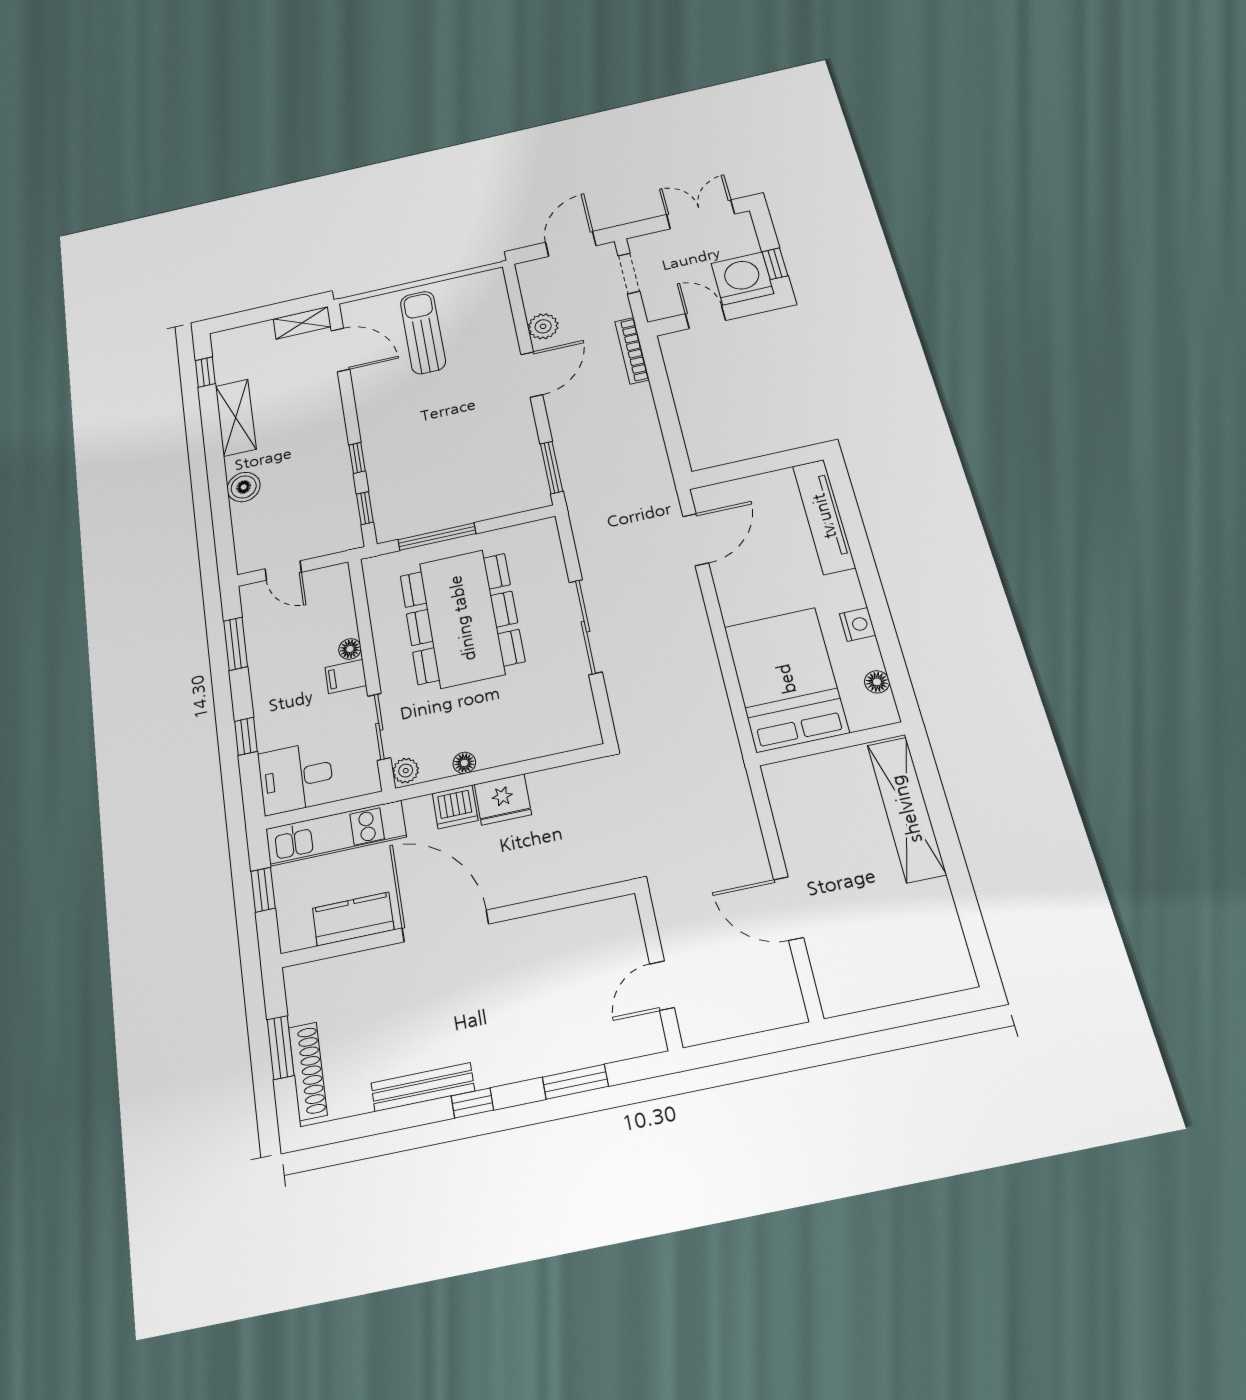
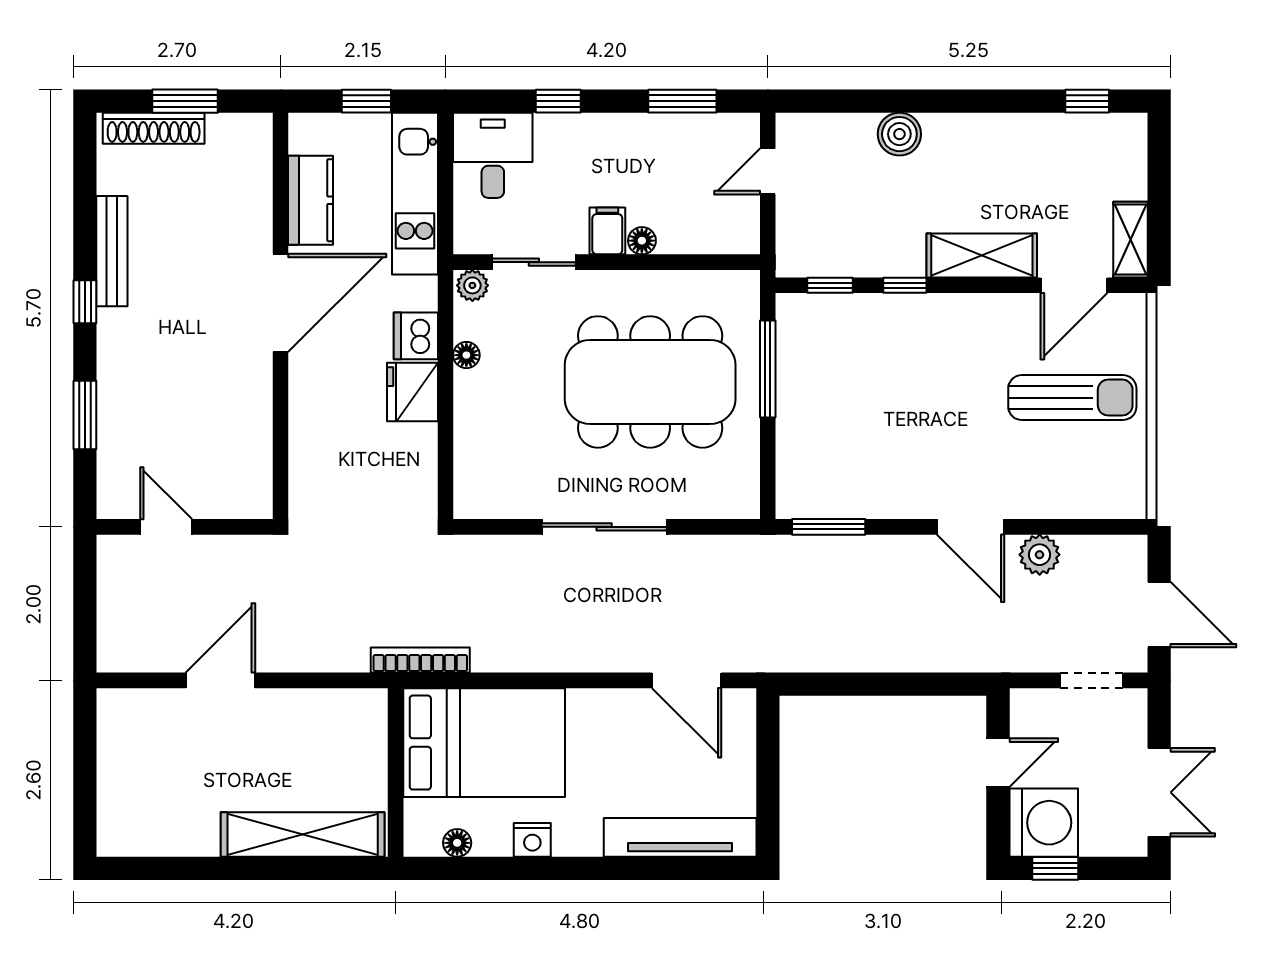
bookcase: (632, 351) -> (420, 660), moved
shelving: (236, 417) -> (982, 255), moved

